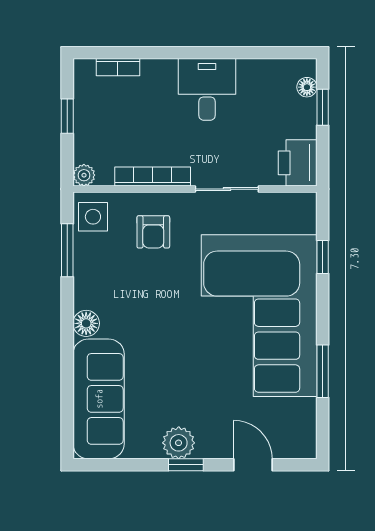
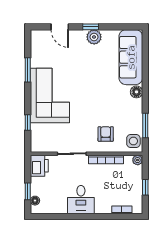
corner sofa: (259, 316) -> (50, 95), width x0.73, depth x0.74

